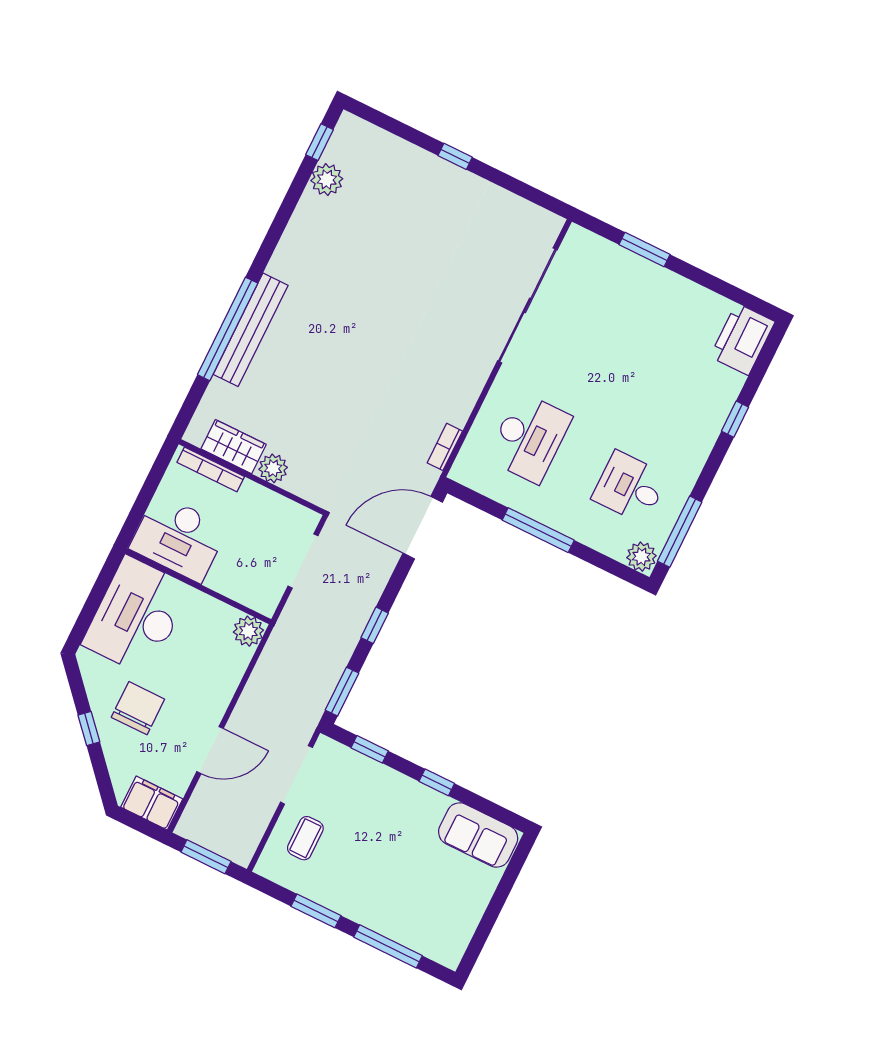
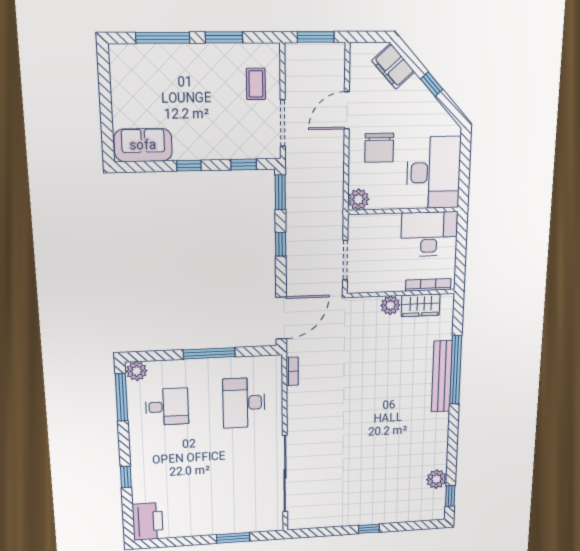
chair: (138, 708) -> (379, 148), moved
filing cabinet: (152, 803) -> (393, 66), moved, turned 48

